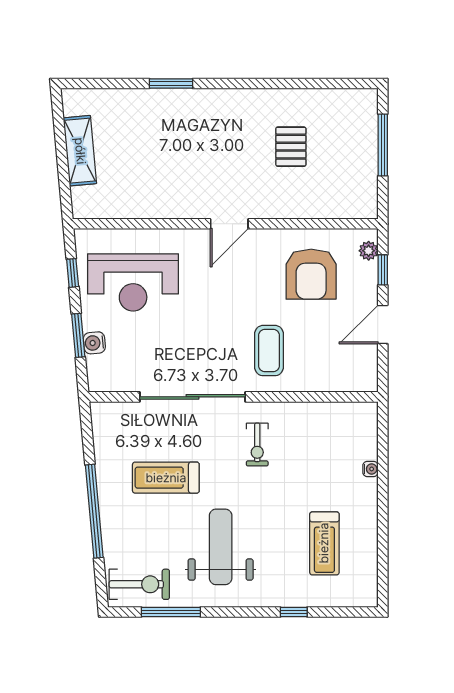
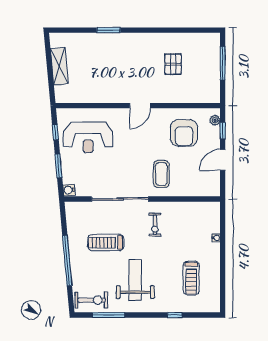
water cooler: (94, 343) -> (69, 190), moved

